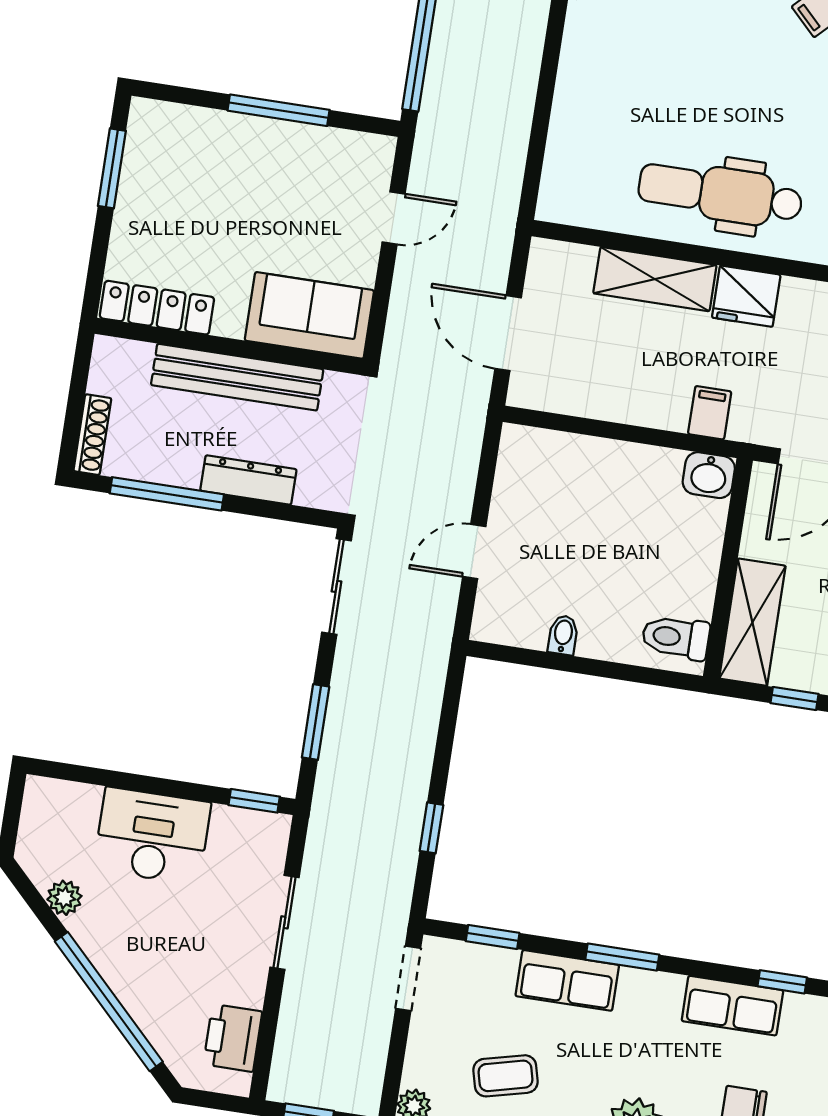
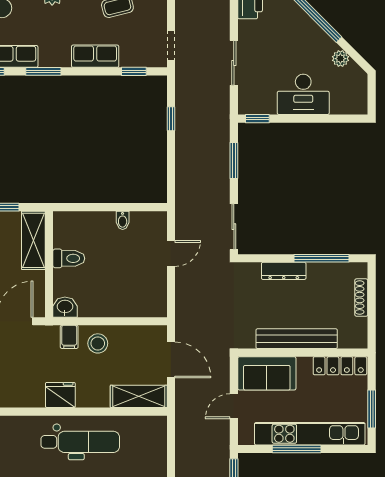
kitchen unit: (247, 137) -> (310, 434), added
shelving: (655, 279) -> (139, 396), moved
locker: (157, 308) -> (340, 366), moved
sofa: (309, 315) -> (267, 373), moved
wall: (229, 346) -> (303, 353), moved
bench: (237, 377) -> (297, 339), moved
stool: (653, 390) -> (98, 343), added
shoe rack: (92, 435) -> (361, 298), moved
toilet: (676, 637) -> (69, 258), moved
window: (622, 957) -> (43, 71), moved

